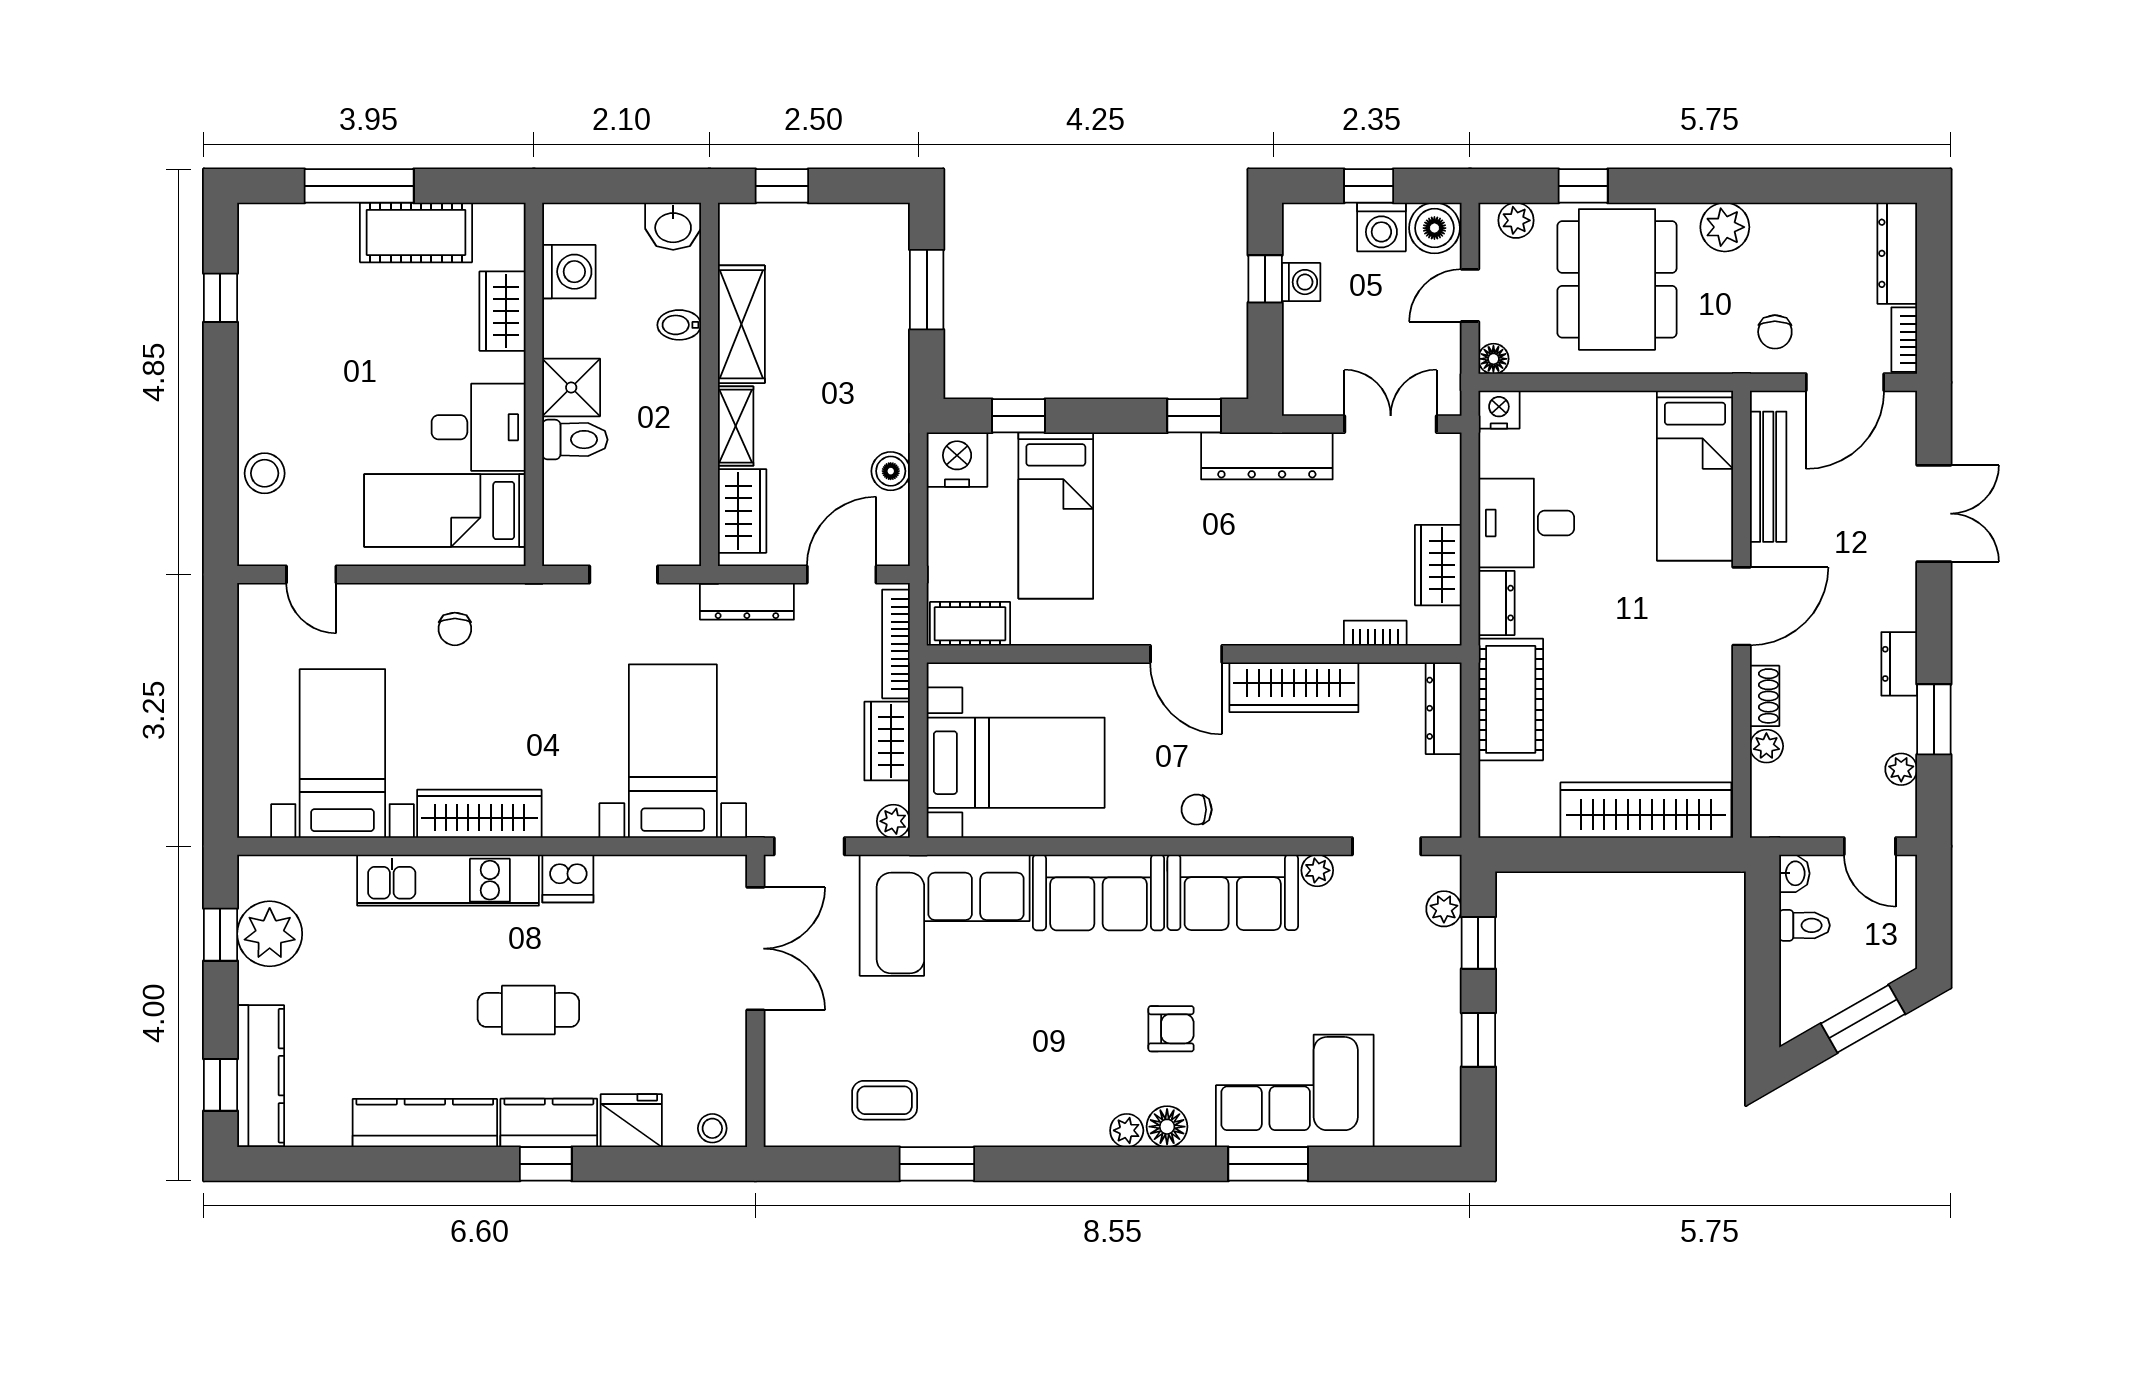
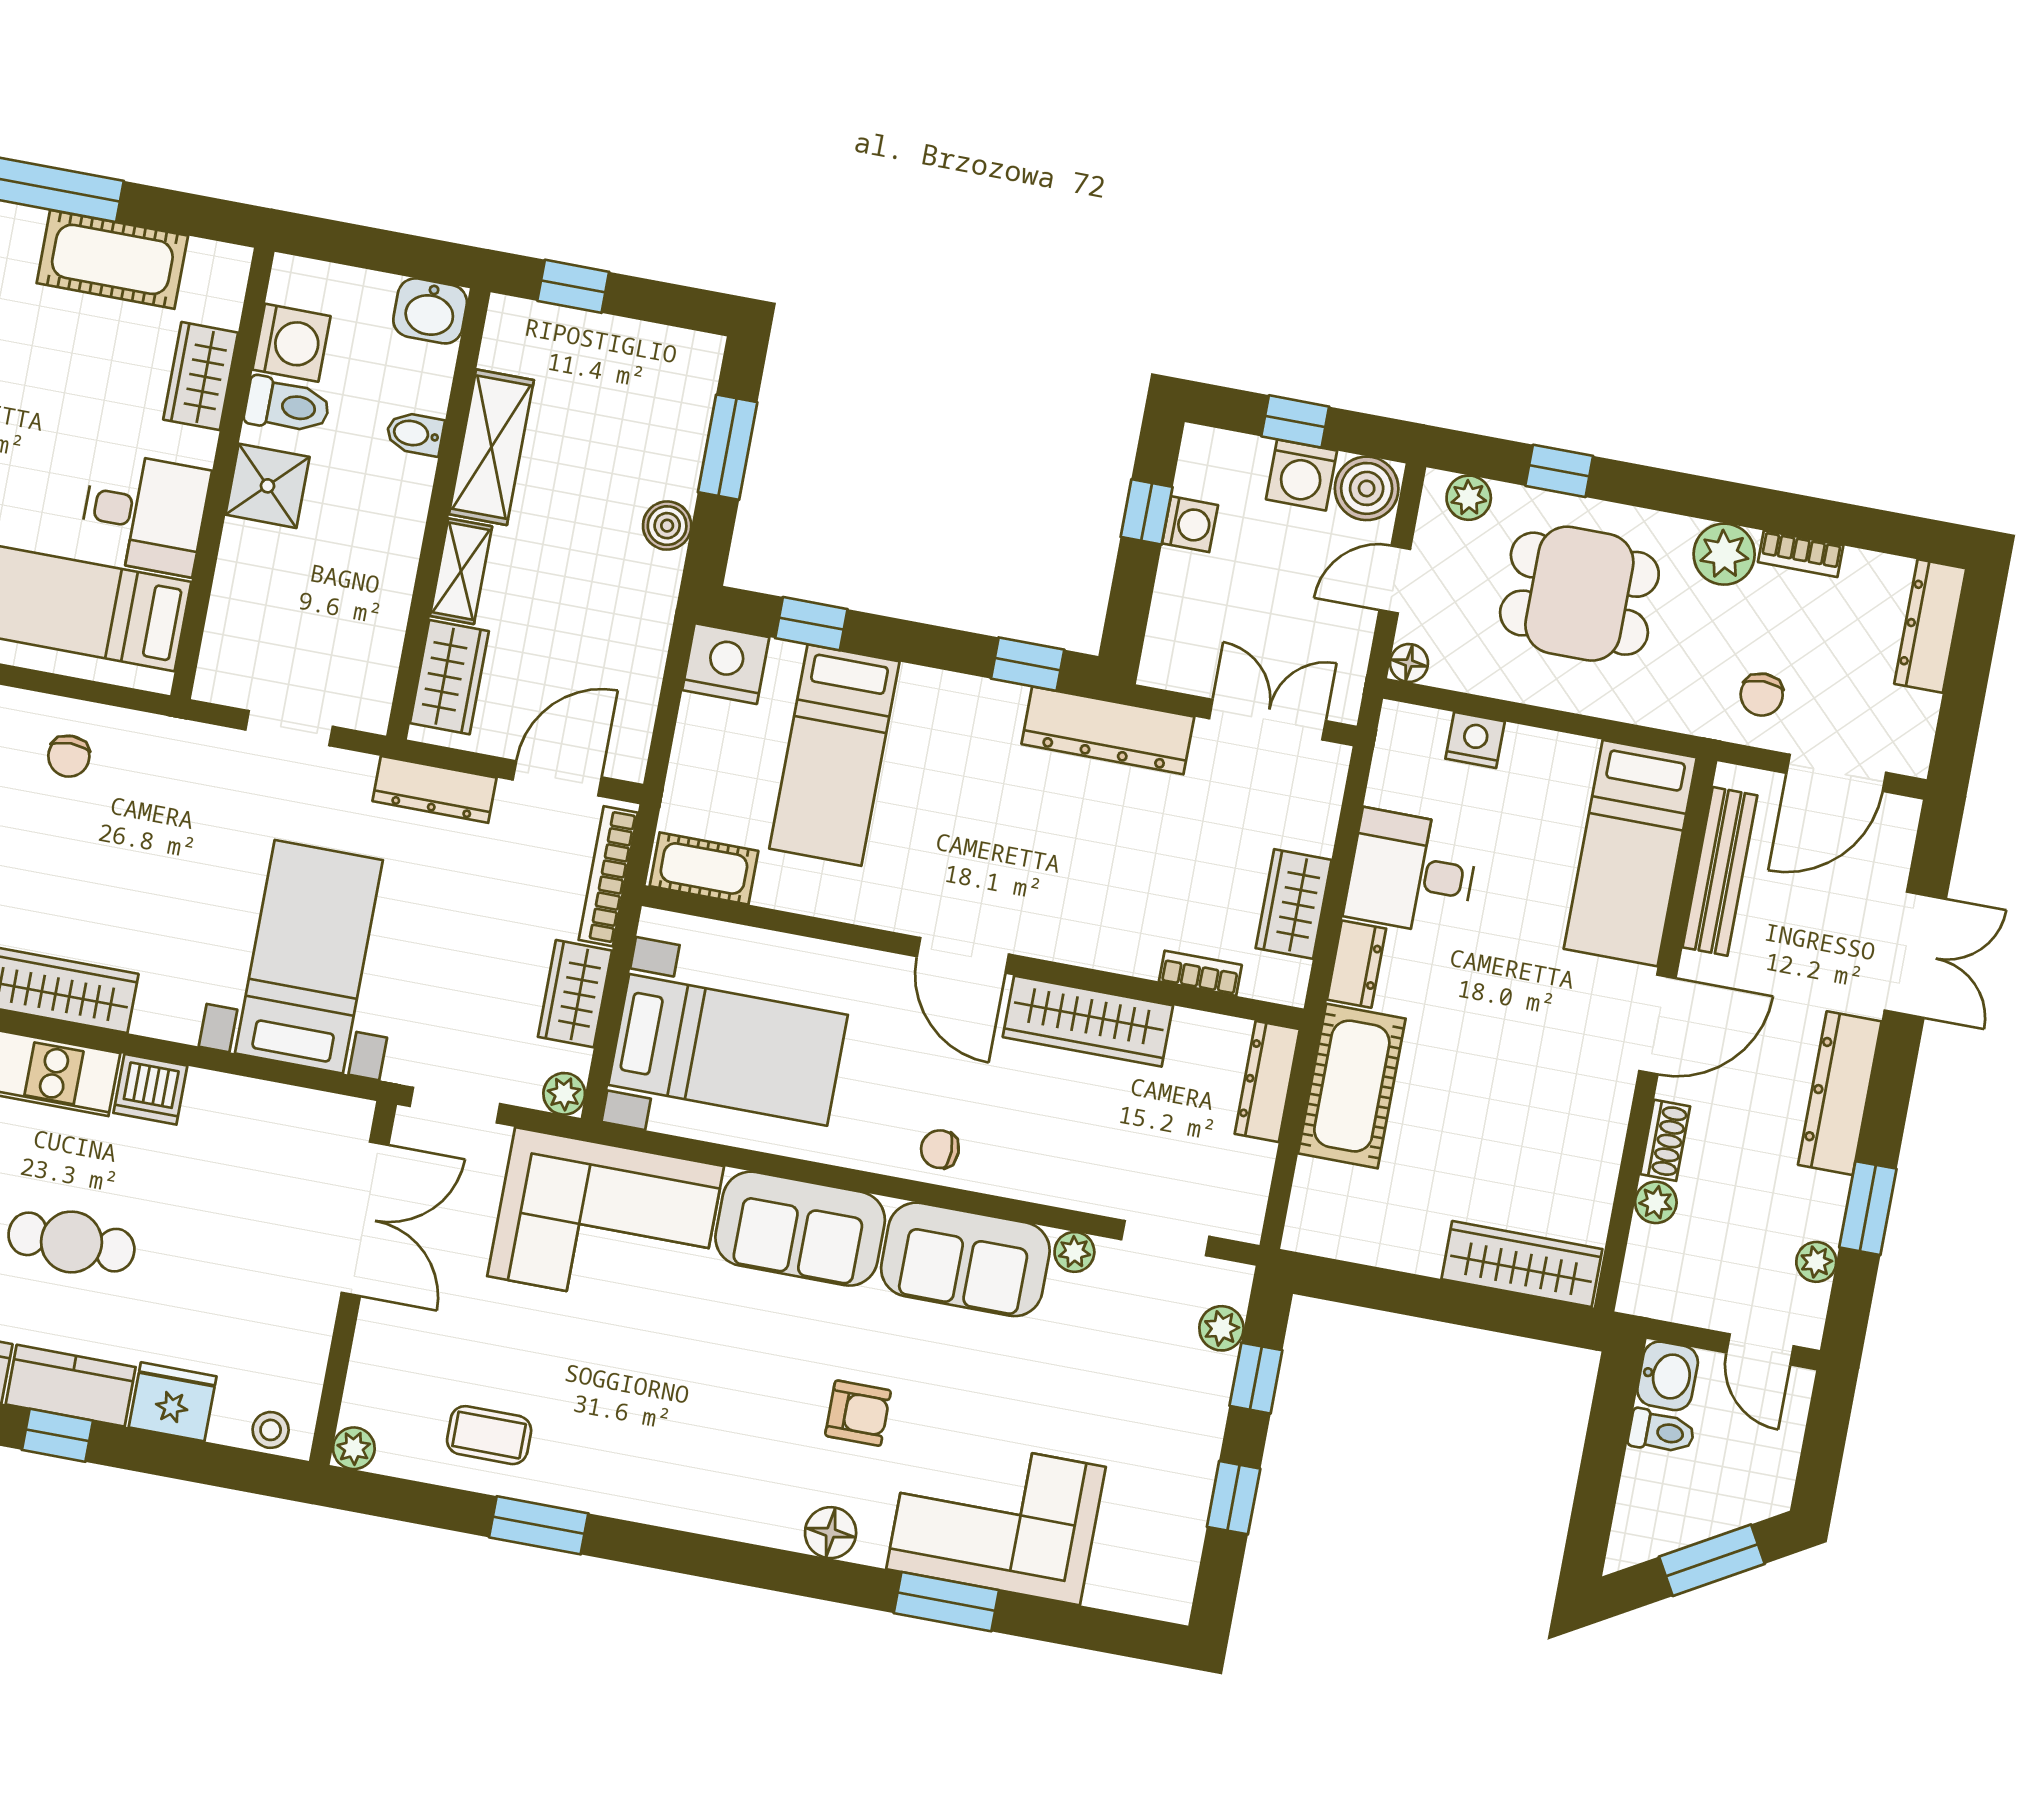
dining table: (1617, 279) -> (1579, 594), width x0.73
bookcase: (1904, 340) -> (1801, 554), moved, turned -90
nightstand: (1499, 410) -> (1475, 740), moved
toilet: (575, 440) -> (287, 406), moved
boiler: (891, 471) -> (667, 526), moved
dresser: (1899, 664) -> (1840, 1093), width x1.96, depth x1.24
wardrobe: (1646, 810) -> (1522, 1264), width x0.71, depth x0.85
washbasin: (1794, 873) -> (1668, 1376), width x1.38, depth x1.45
plant: (1127, 1130) -> (354, 1448), moved

